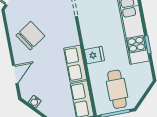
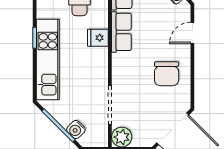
chair: (30, 36) -> (167, 74), turned -57

